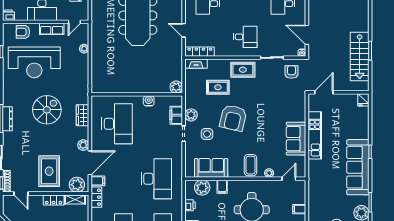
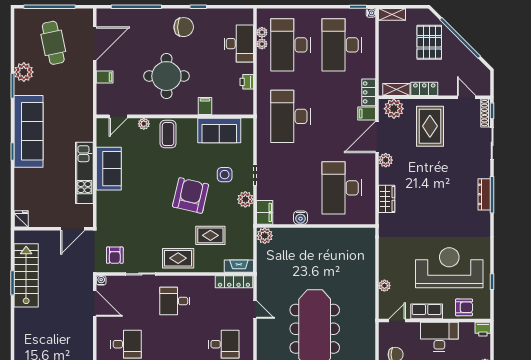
spiral stairs: (47, 110) -> (433, 206), removed
filing cabinet: (176, 115) -> (265, 212), moved
plant: (202, 188) -> (231, 105), removed

